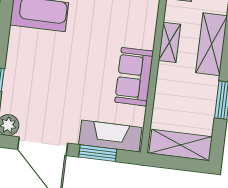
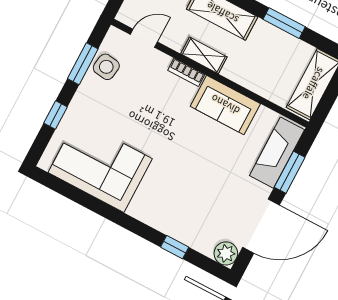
bookcase: (149, 33) -> (186, 72), added

